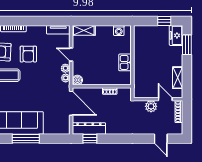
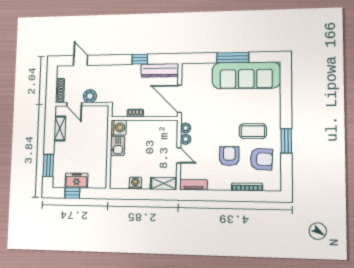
washing machine: (119, 30) -> (135, 183), moved
freezer: (176, 35) -> (76, 181), moved, turned -90
washing machine: (124, 78) -> (118, 128), added
boiler: (77, 80) -> (172, 126), removed
window: (90, 139) -> (140, 59), moved

